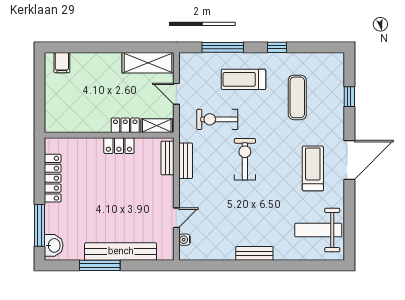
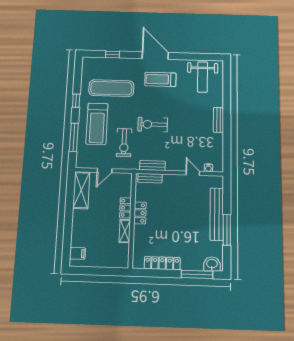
treadmill: (244, 79) -> (97, 124), width x1.37, depth x1.37
exercise mat: (297, 97) -> (111, 88), width x1.36, depth x1.45
shelving: (157, 126) -> (125, 231), moved

